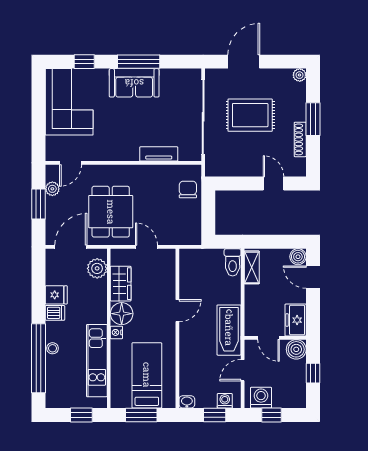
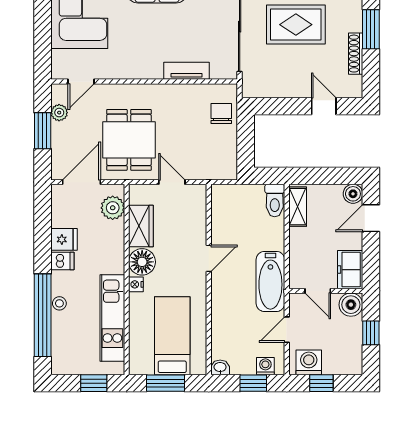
door: (313, 277) -> (371, 218), hinge flipped

